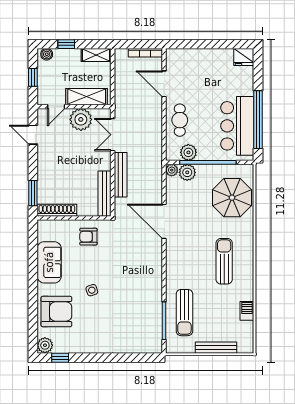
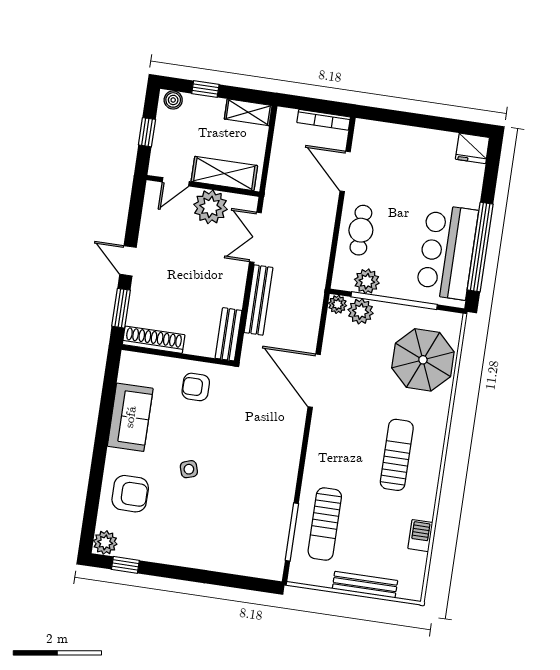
door: (33, 135) -> (128, 261), moved
bench: (105, 194) -> (229, 334), width x0.73
armchair: (56, 311) -> (130, 494), width x0.73, depth x0.73

